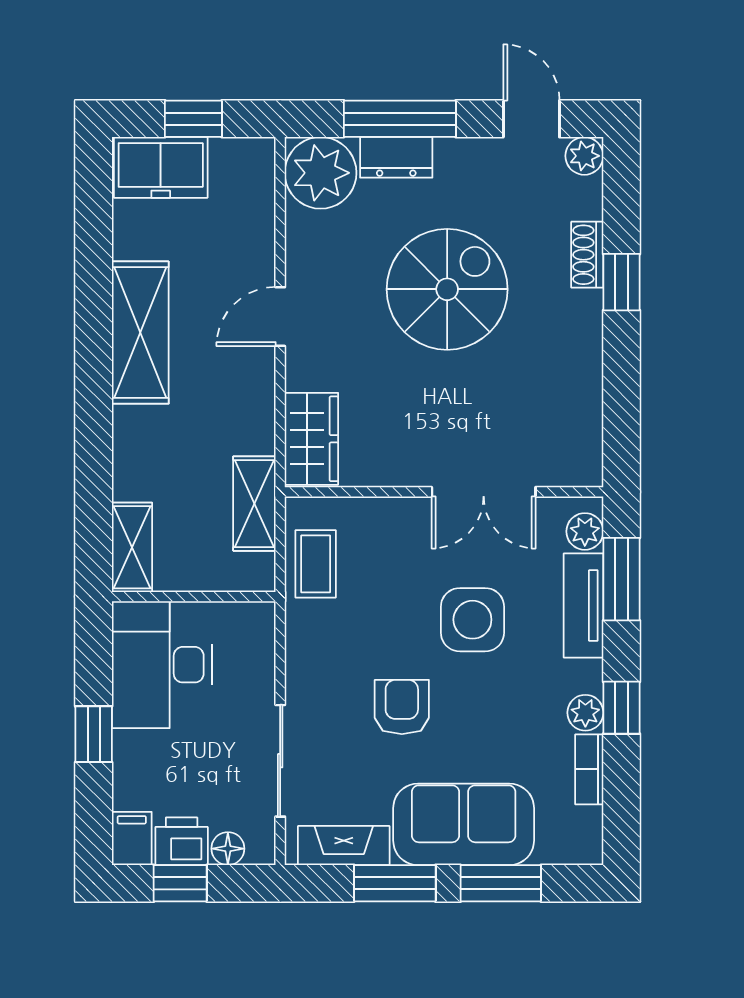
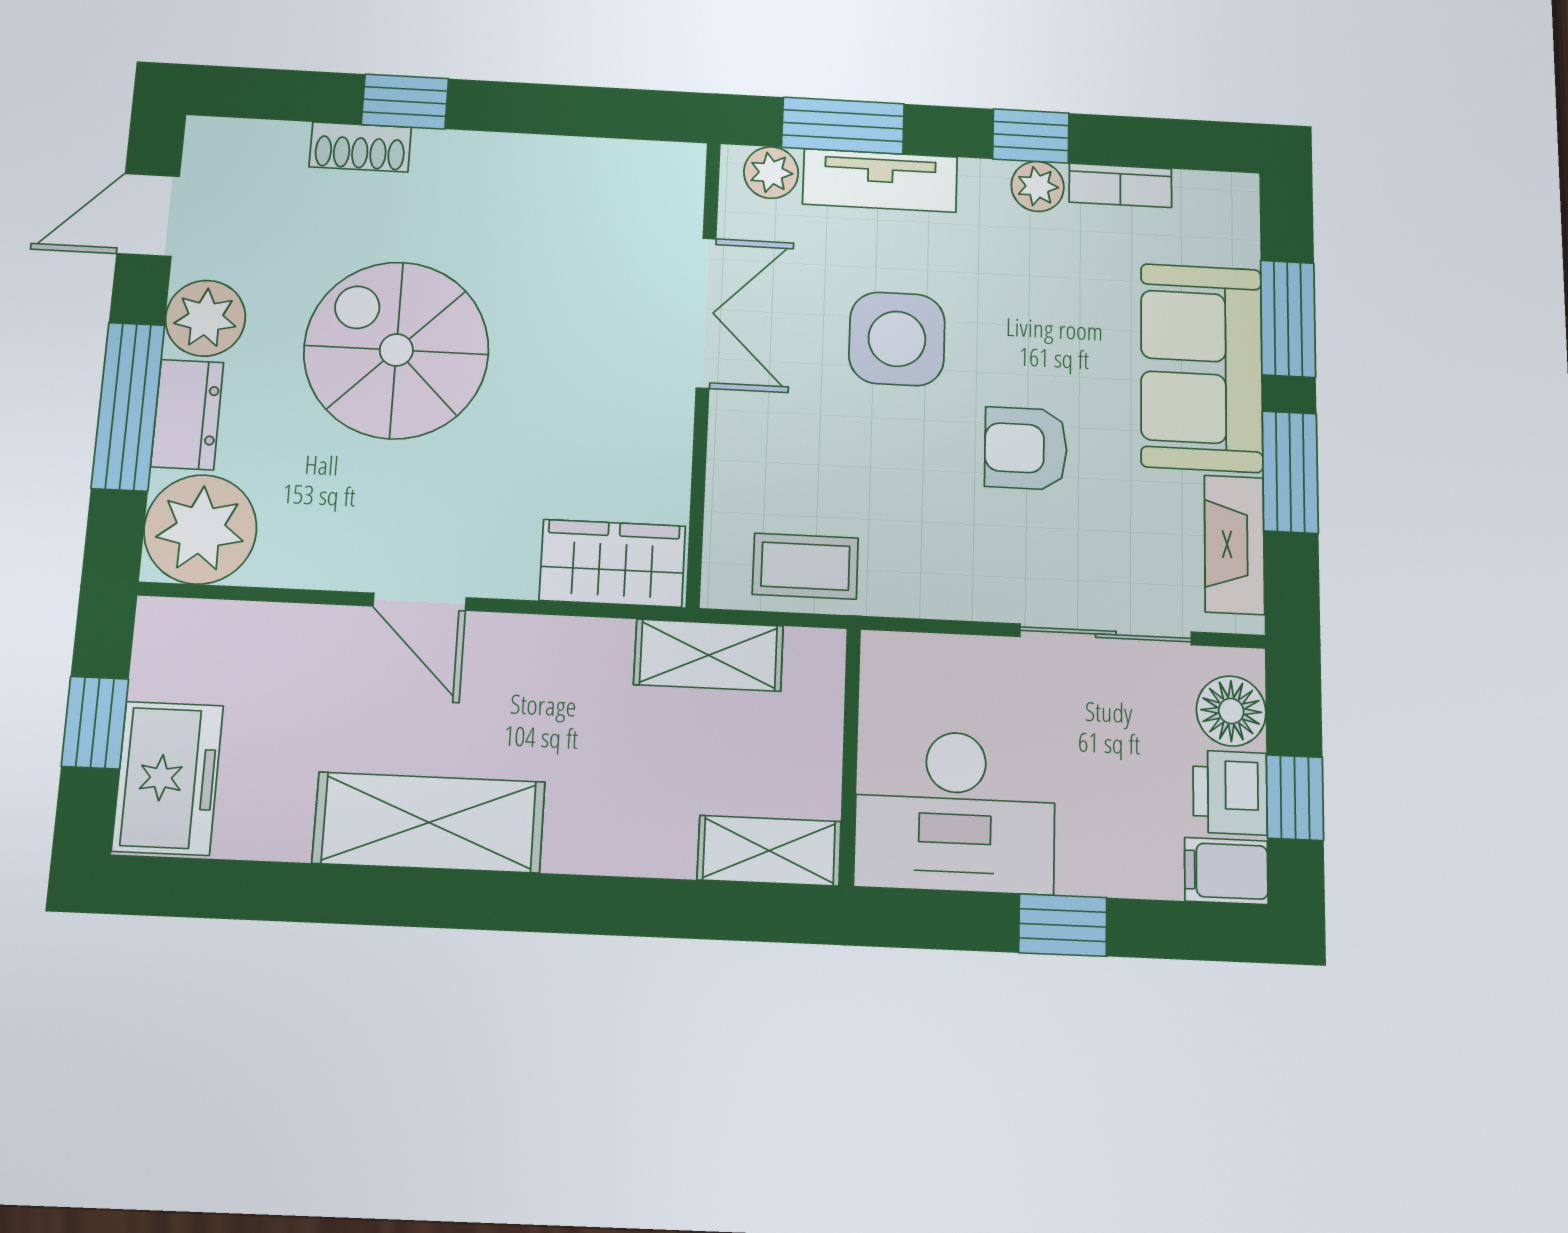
plant: (584, 156) -> (205, 318), moved, width x1.38, depth x1.38
floor lamp: (228, 849) -> (1231, 711), width x1.37, depth x1.37

